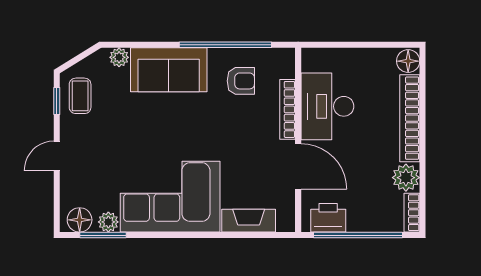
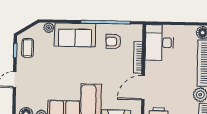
armchair: (241, 81) -> (113, 42), turned 180
desk: (327, 106) -> (159, 43), moved
door: (298, 166) -> (143, 88), swing flipped

